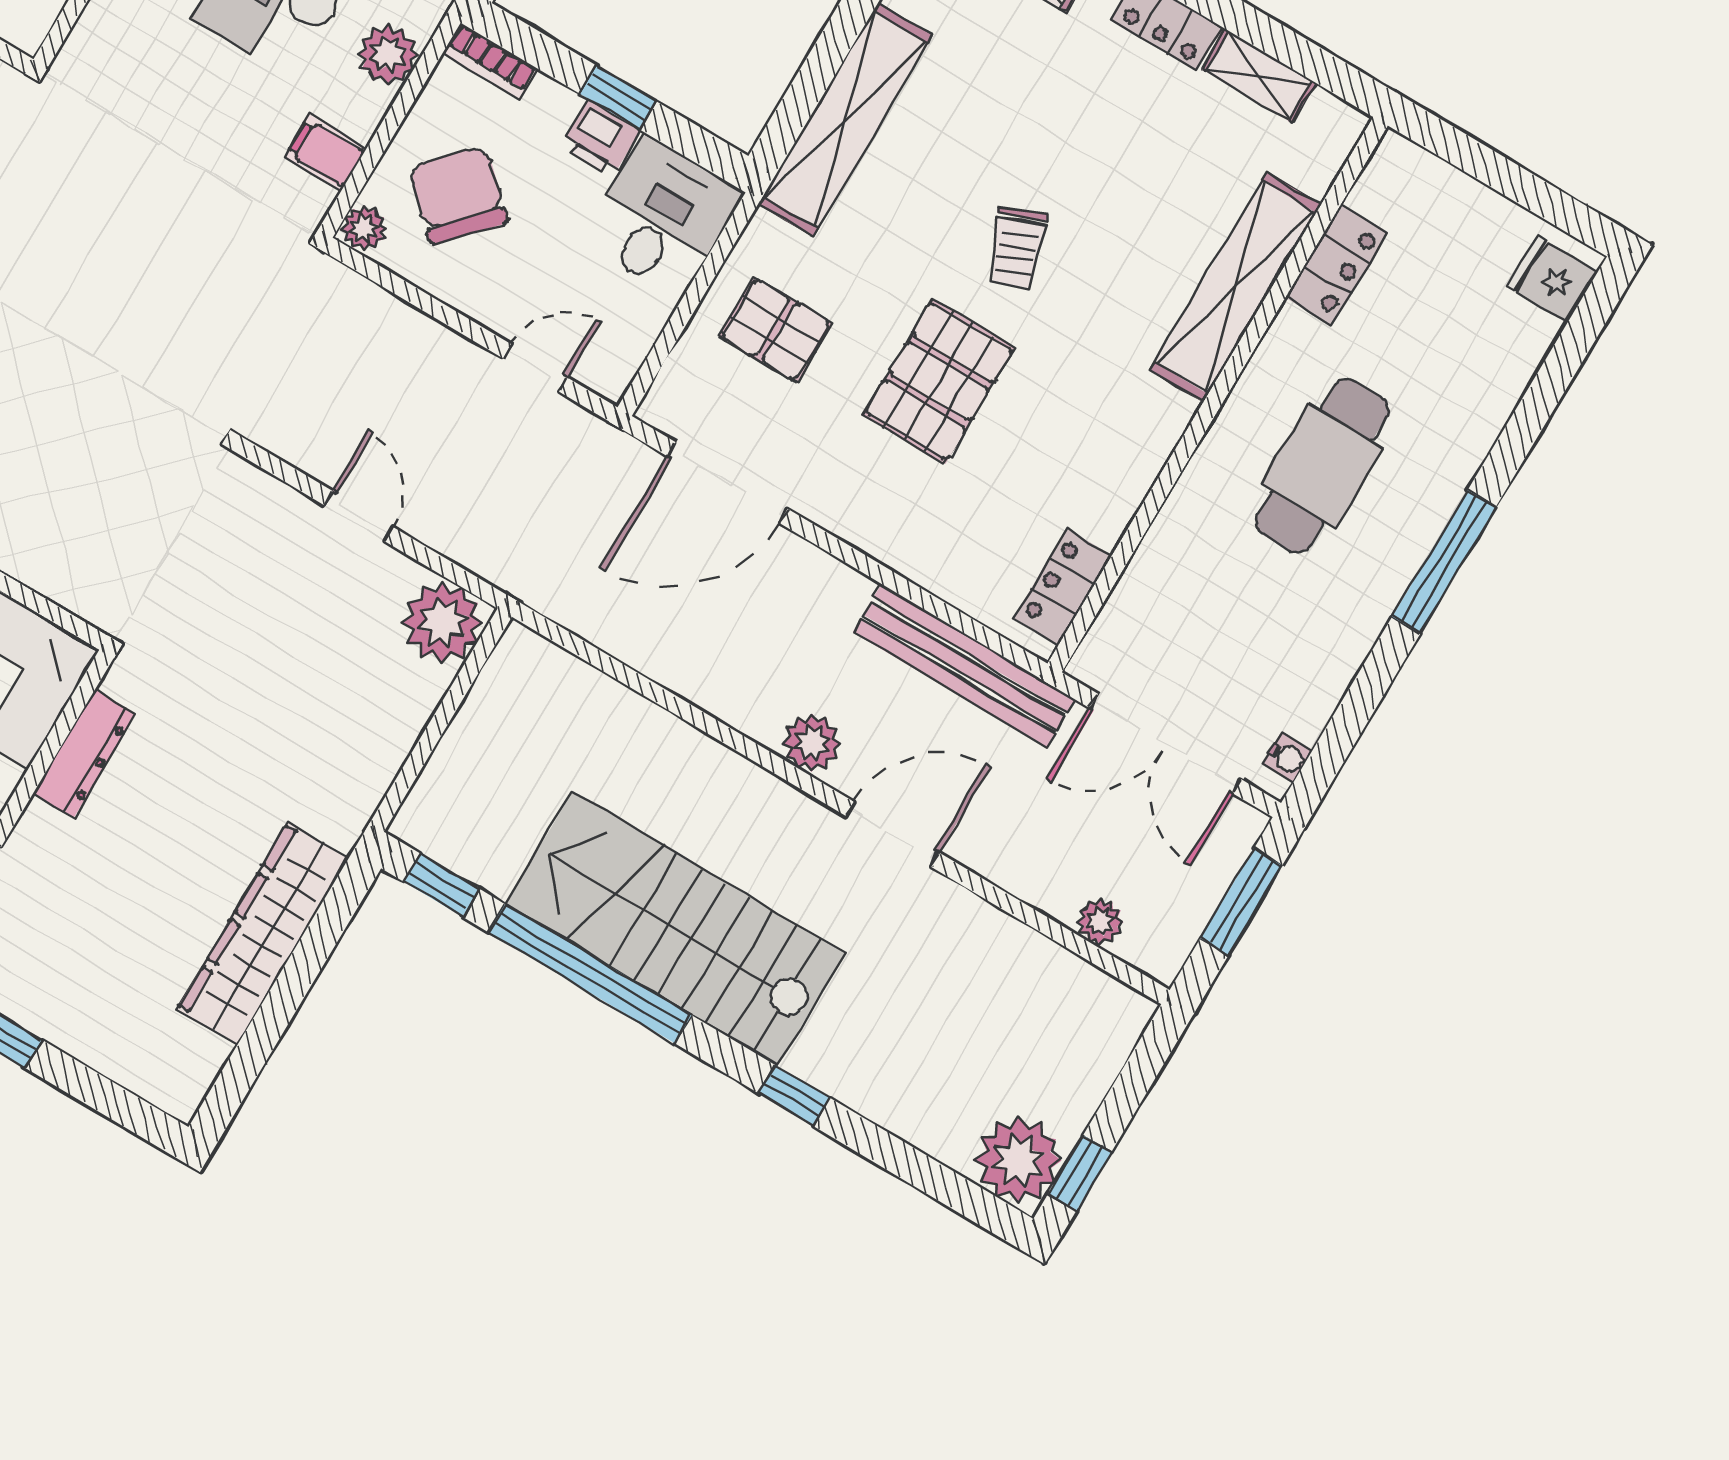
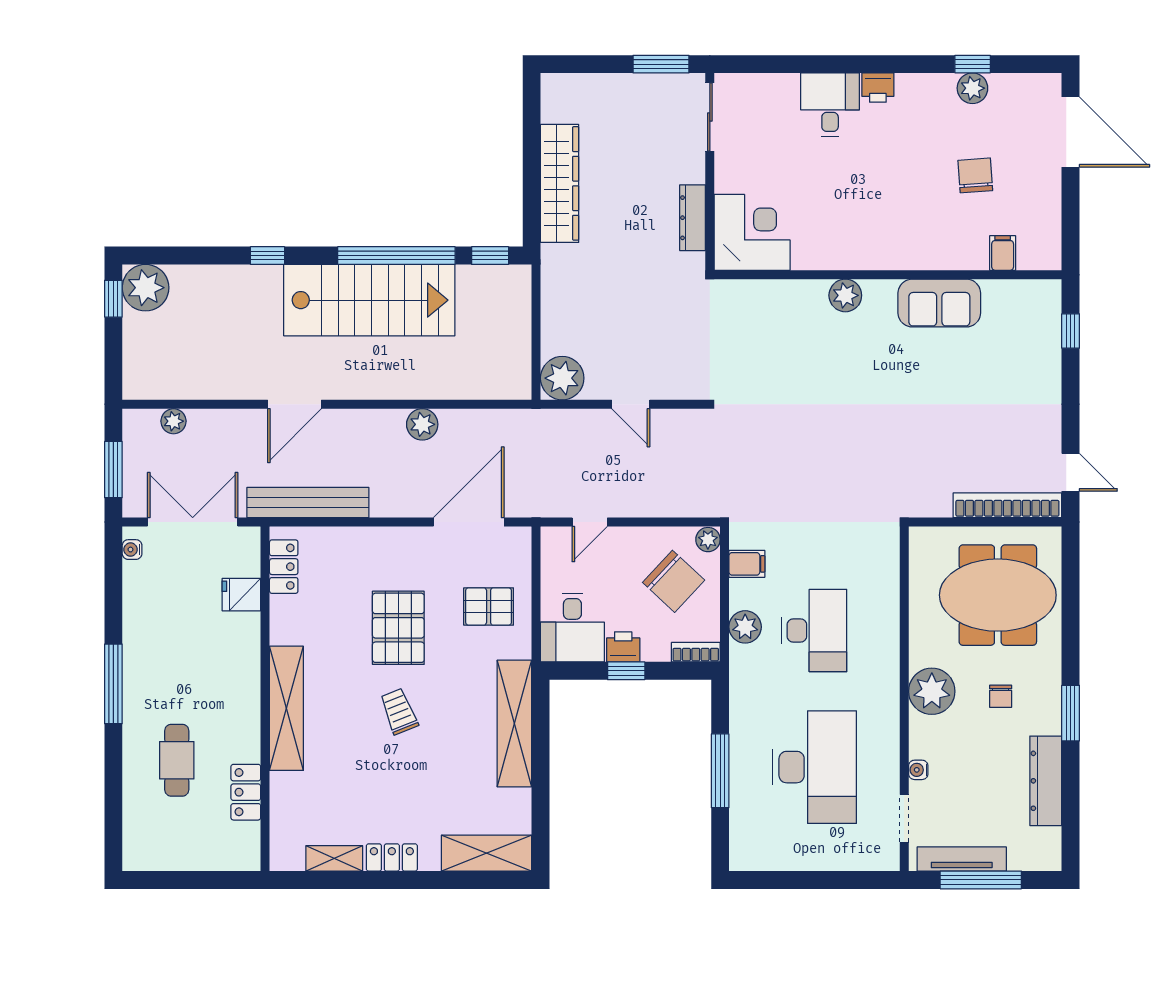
fridge: (1552, 279) -> (241, 595), moved, turned 180
shelving: (1235, 287) -> (286, 708), moved
cafe table: (1322, 466) -> (177, 760), moved, width x0.73, depth x0.74
plant: (812, 743) -> (422, 424), moved

